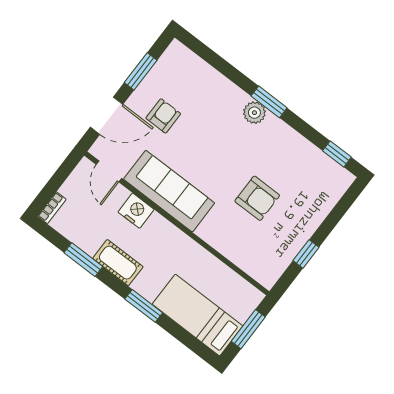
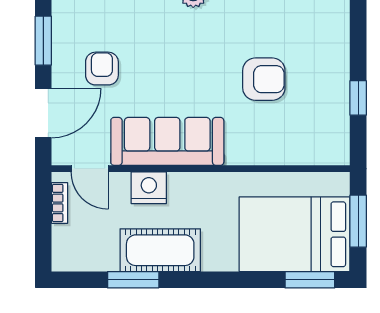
bookcase: (52, 208) -> (60, 203), moved
cot: (118, 263) -> (160, 250), width x1.37, depth x1.34
window: (144, 306) -> (310, 280), moved
bed: (197, 315) -> (295, 234), width x1.50

